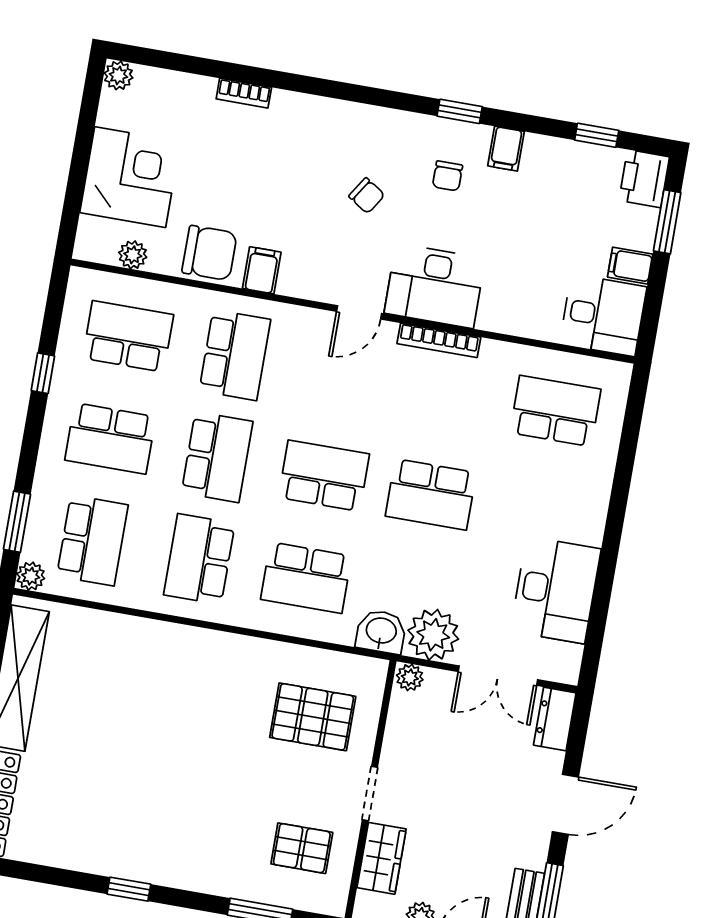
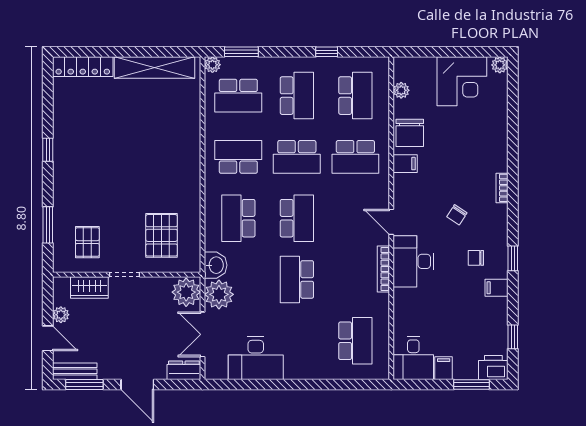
bookcase: (244, 93) -> (502, 188), moved
corner desk: (130, 177) -> (462, 81), moved
school desk: (110, 438) -> (297, 96), turned 180
plant: (410, 677) -> (186, 292), width x1.88, depth x1.88

